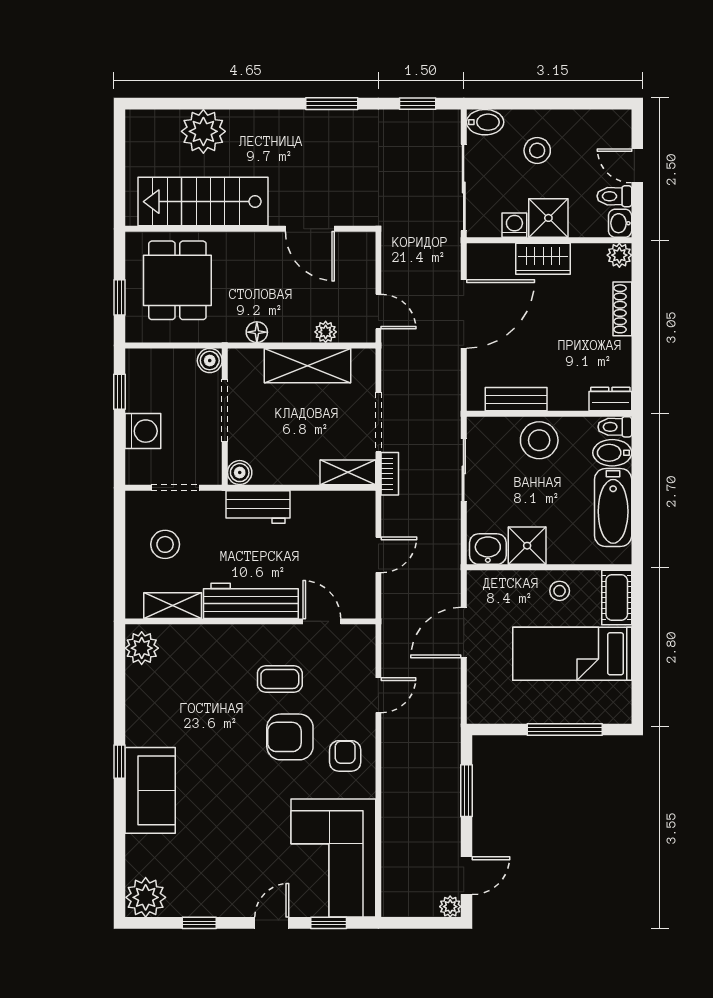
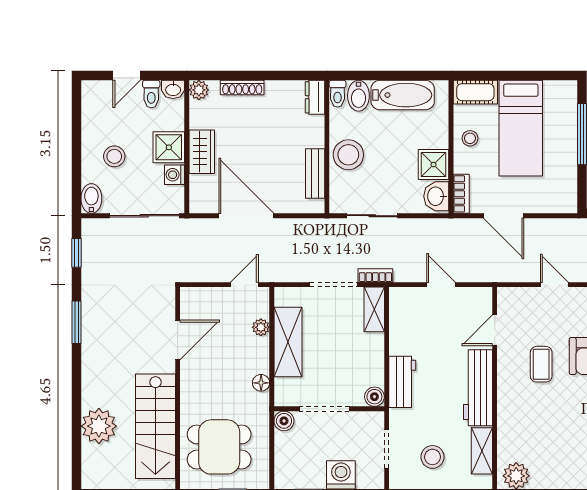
bookcase: (491, 580) -> (461, 194), added

